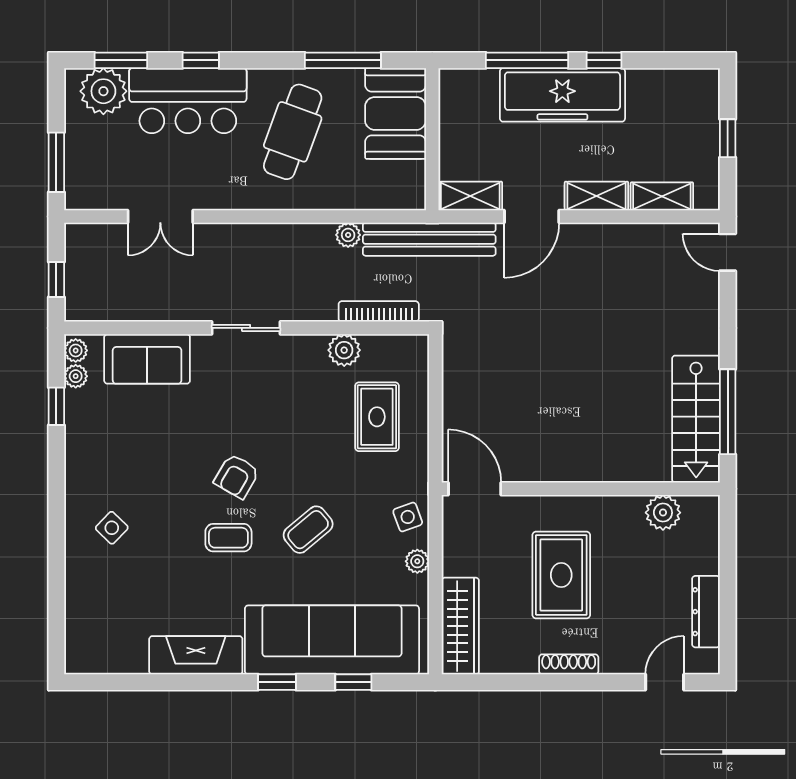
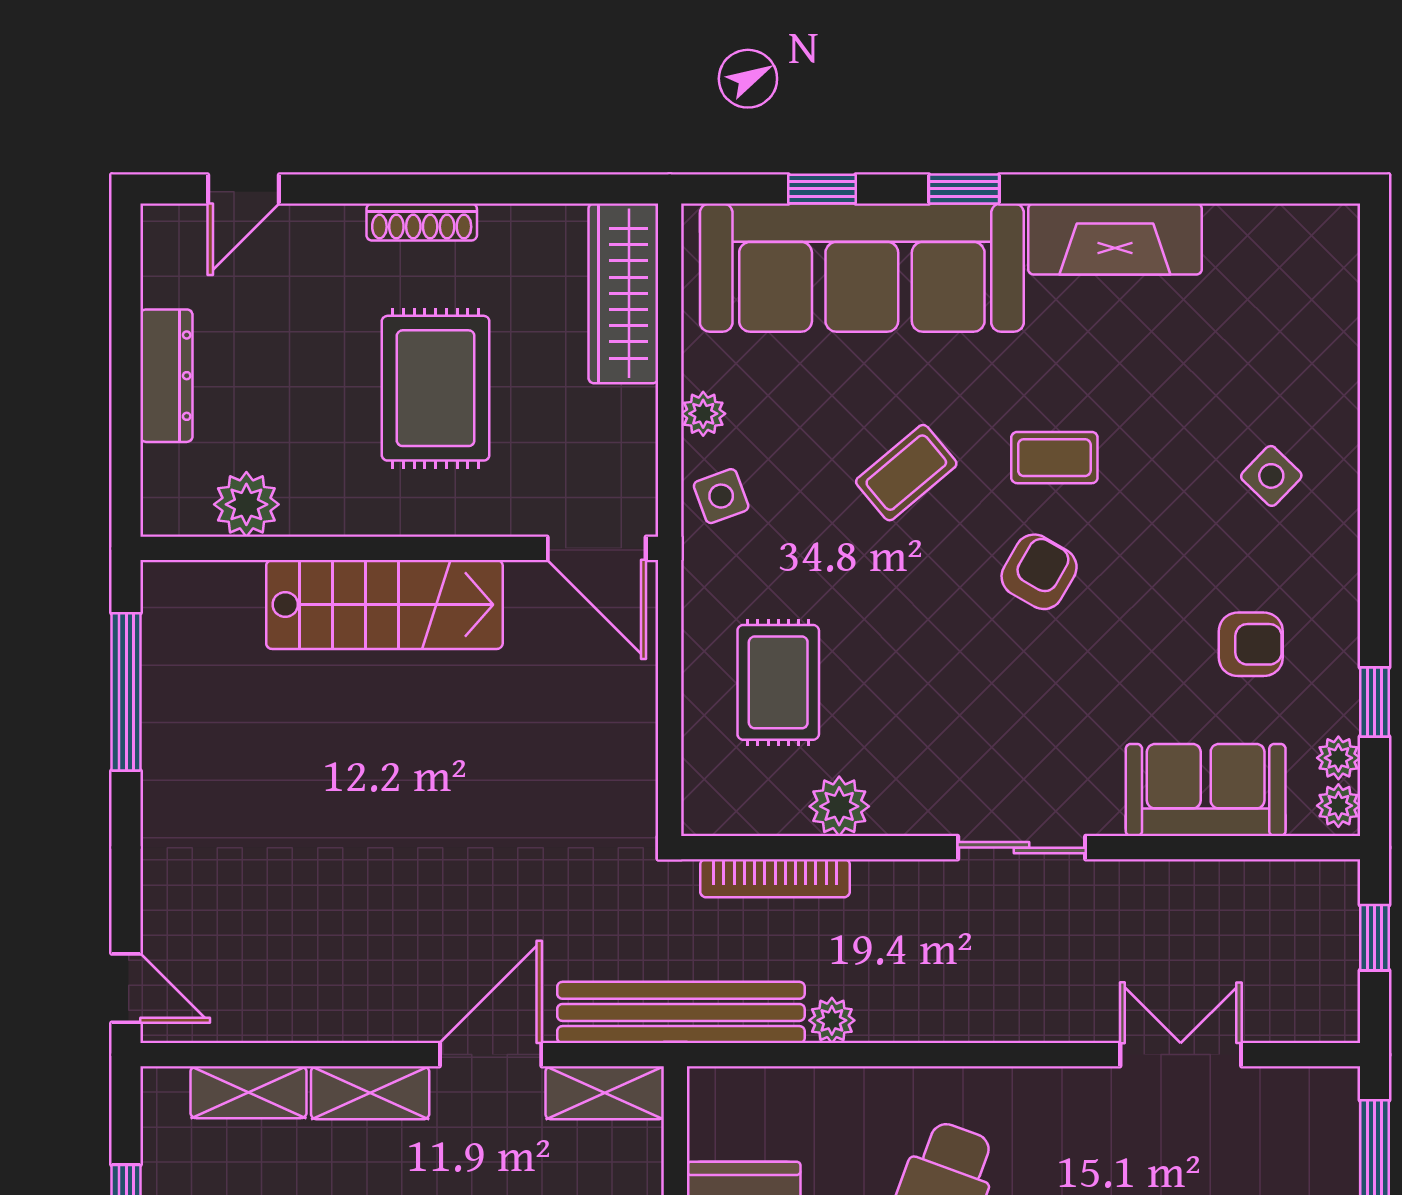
stairs: (696, 419) -> (384, 605), moved, turned 90
armchair: (123, 437) -> (1251, 644), added
dresser: (706, 612) -> (166, 376), moved

